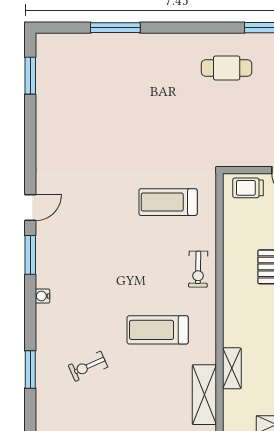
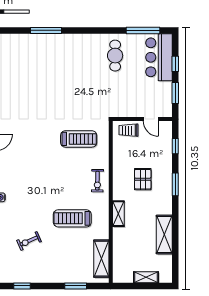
cafe table: (227, 68) -> (115, 56), turned 90
treadmill: (168, 202) -> (79, 139), turned 180
shelving: (232, 368) -> (118, 214), moved

